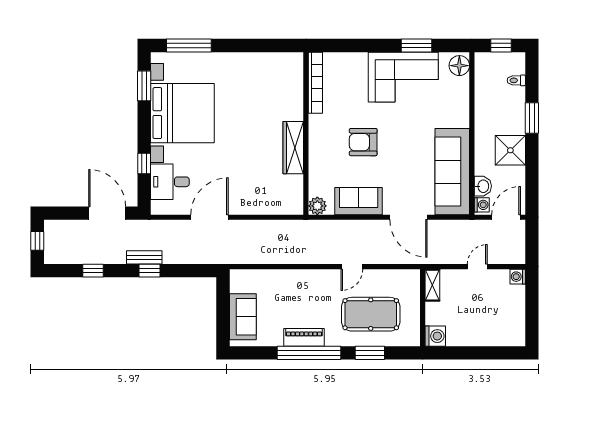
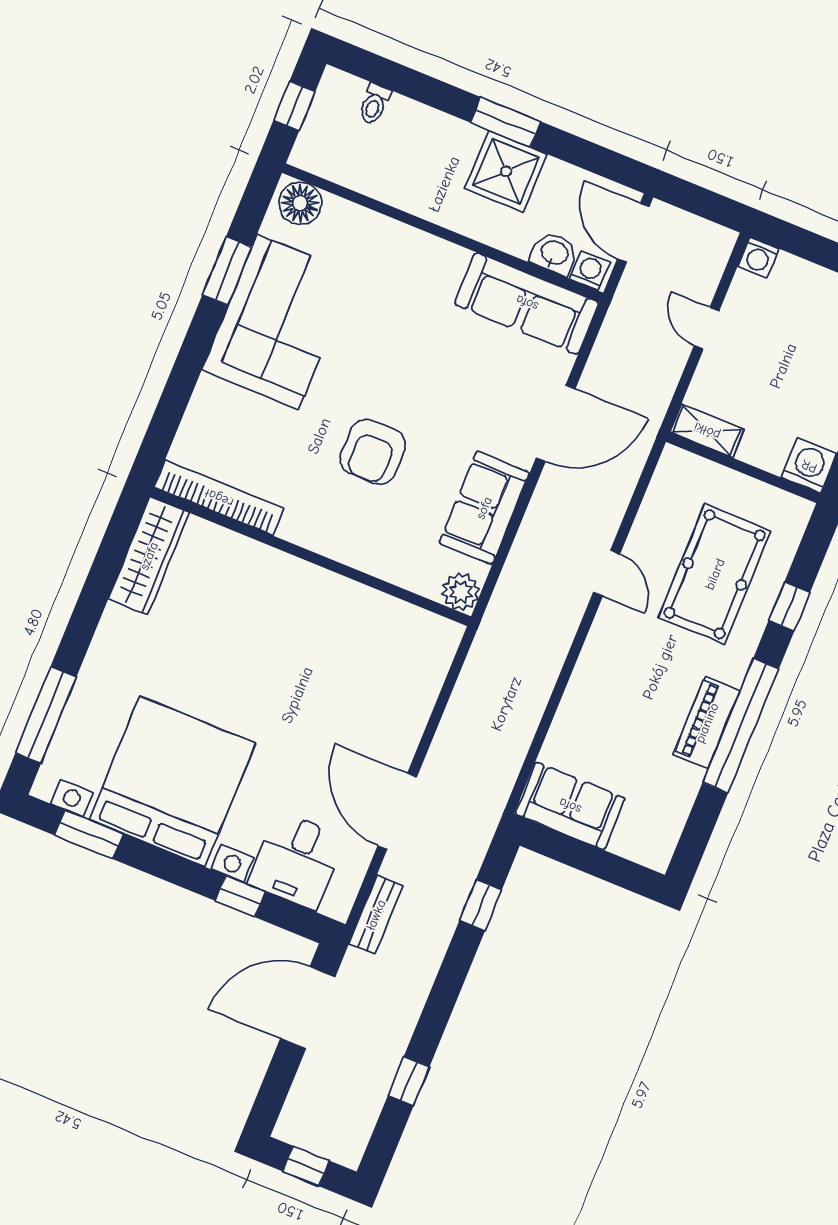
window: (532, 118) -> (506, 122), moved
wardrobe: (293, 148) -> (149, 556), moved, turned -90
sofa: (452, 172) -> (527, 303), width x0.74, depth x0.79
bench: (144, 257) -> (376, 915), moved
window: (150, 271) -> (480, 905), moved
sofa: (243, 317) -> (570, 806), moved
window: (370, 353) -> (789, 606), width x0.67

